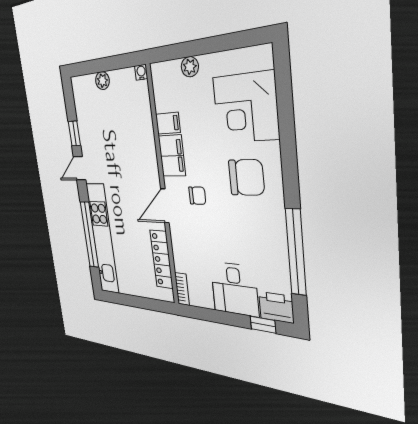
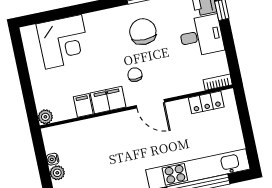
plant: (190, 67) -> (45, 117), moved
water cooler: (141, 72) -> (53, 159), moved
chair: (246, 177) -> (143, 32), moved
locker: (162, 259) -> (206, 102), width x0.66

